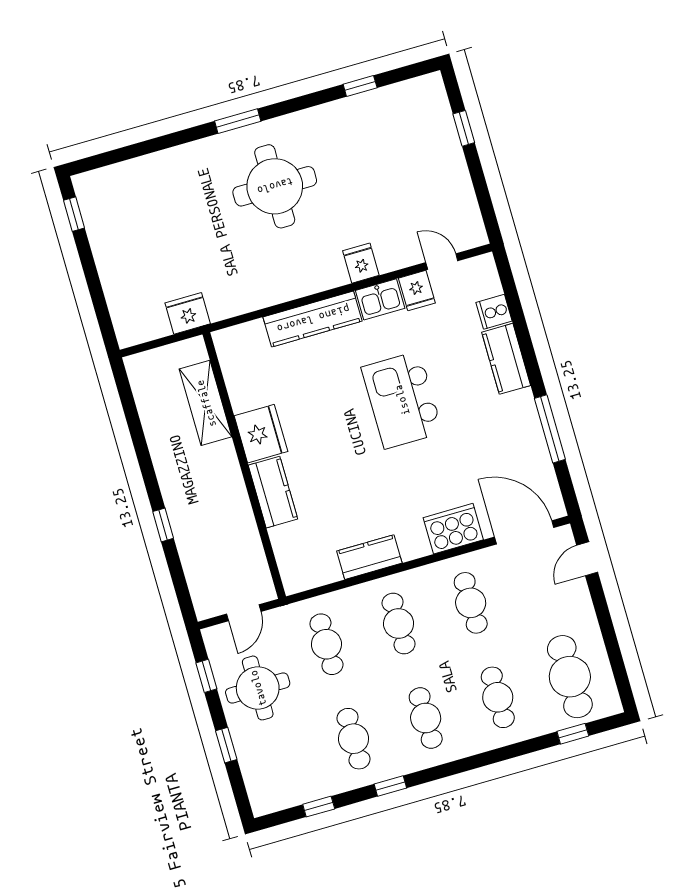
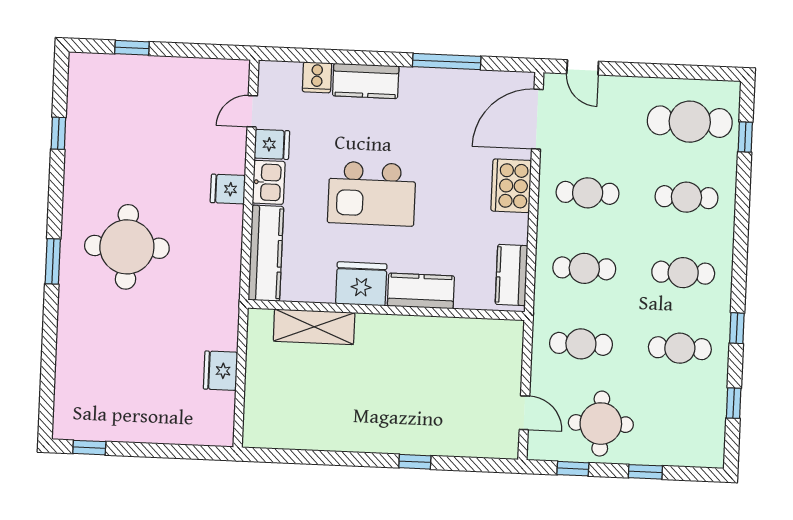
shelving: (206, 403) -> (314, 327), moved
fridge: (261, 434) -> (361, 284), moved
wall: (244, 465) -> (386, 310), moved
kitchen counter: (273, 492) -> (421, 291), moved

